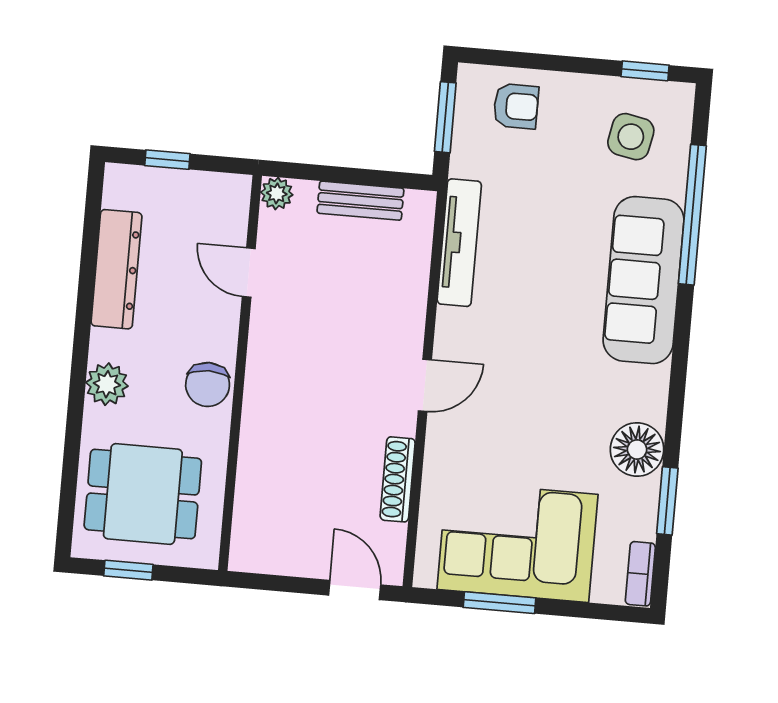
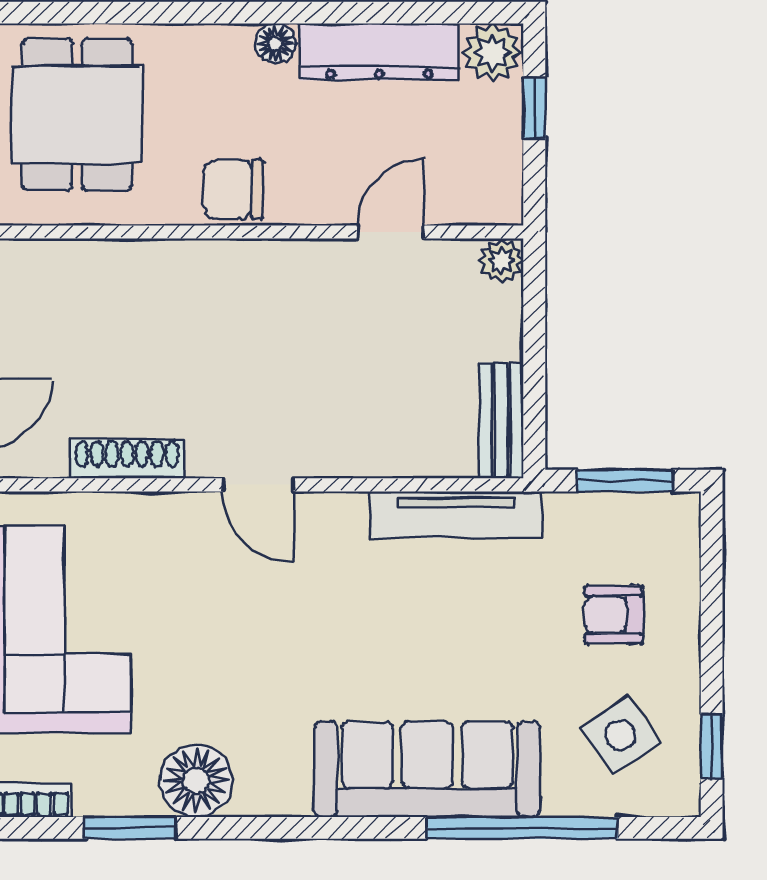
armchair: (516, 106) -> (614, 615), moved, turned 90
side table: (631, 137) -> (621, 735), turned 45
bench: (360, 201) -> (501, 421), moved
floor lamp: (104, 345) -> (275, 43), added
plant: (107, 384) -> (492, 53), moved

